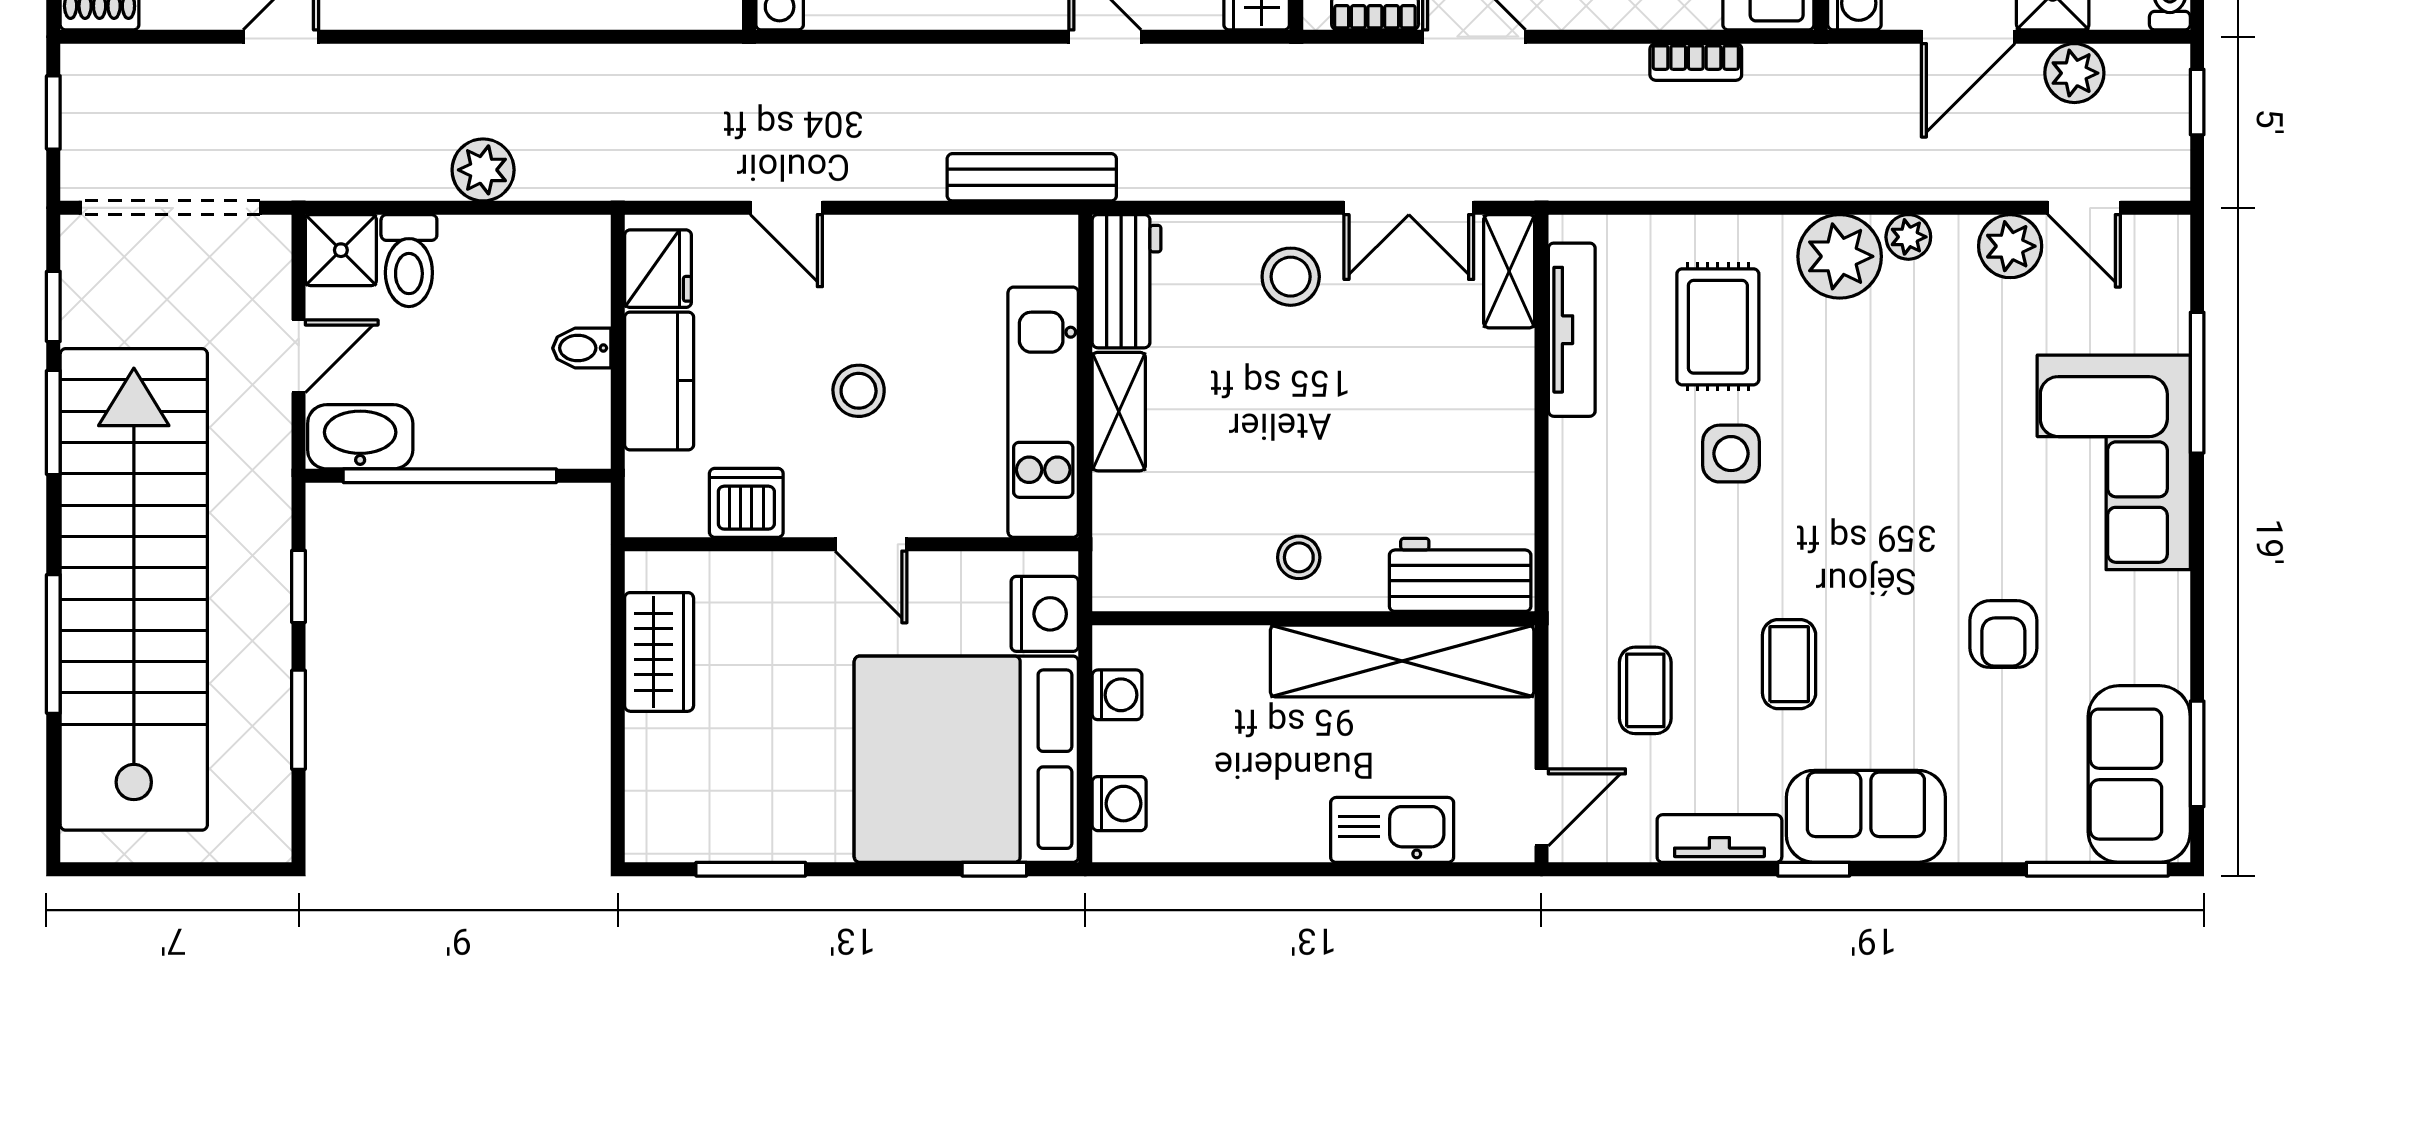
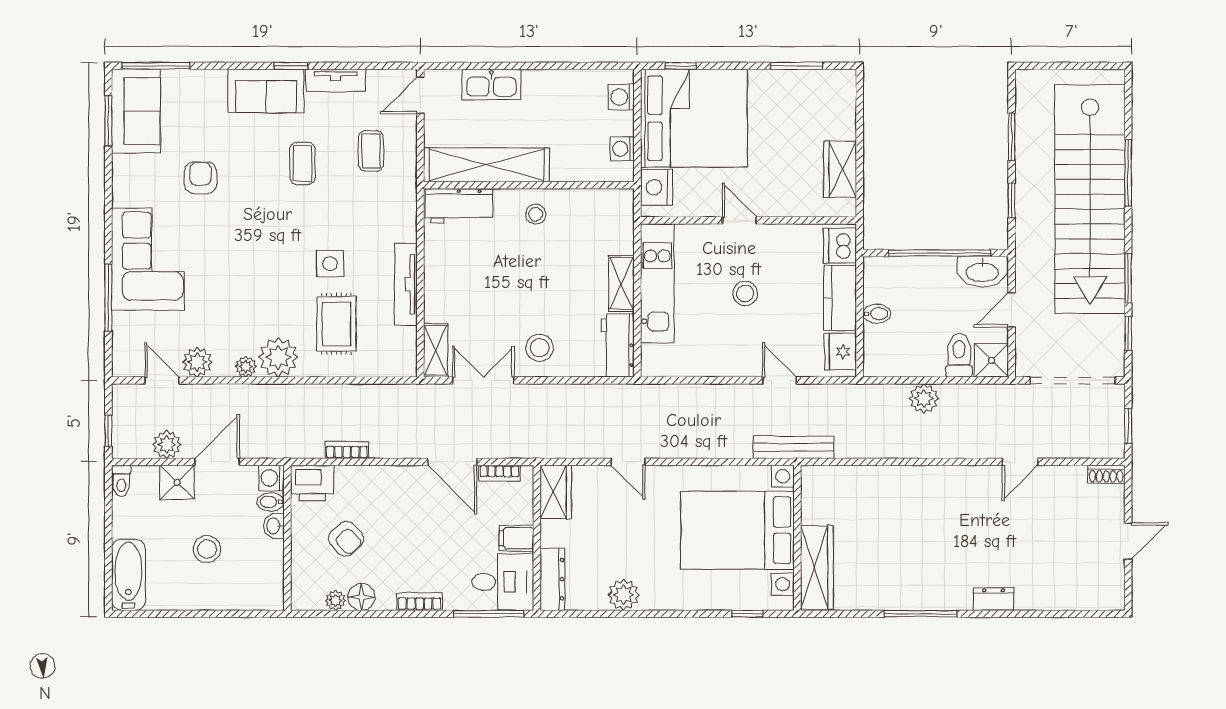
bench: (1032, 177) -> (794, 447), moved
tv unit: (1572, 330) -> (406, 284), moved
dishwasher: (746, 503) -> (840, 246), moved, turned 90

